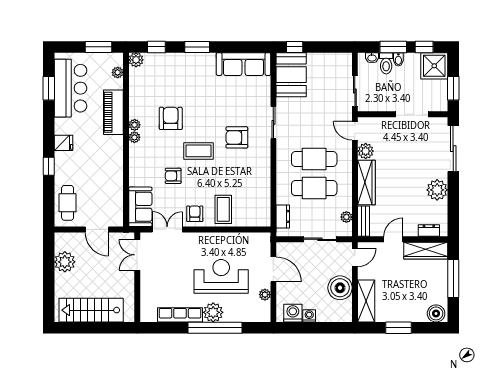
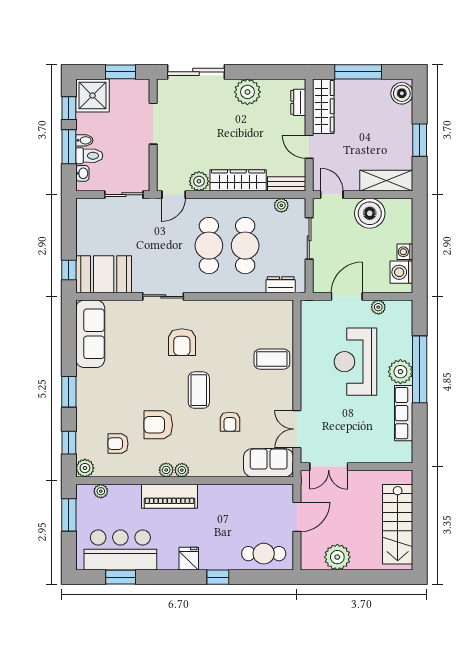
piano: (113, 112) -> (169, 496), moved
armchair: (195, 214) -> (118, 444), moved

